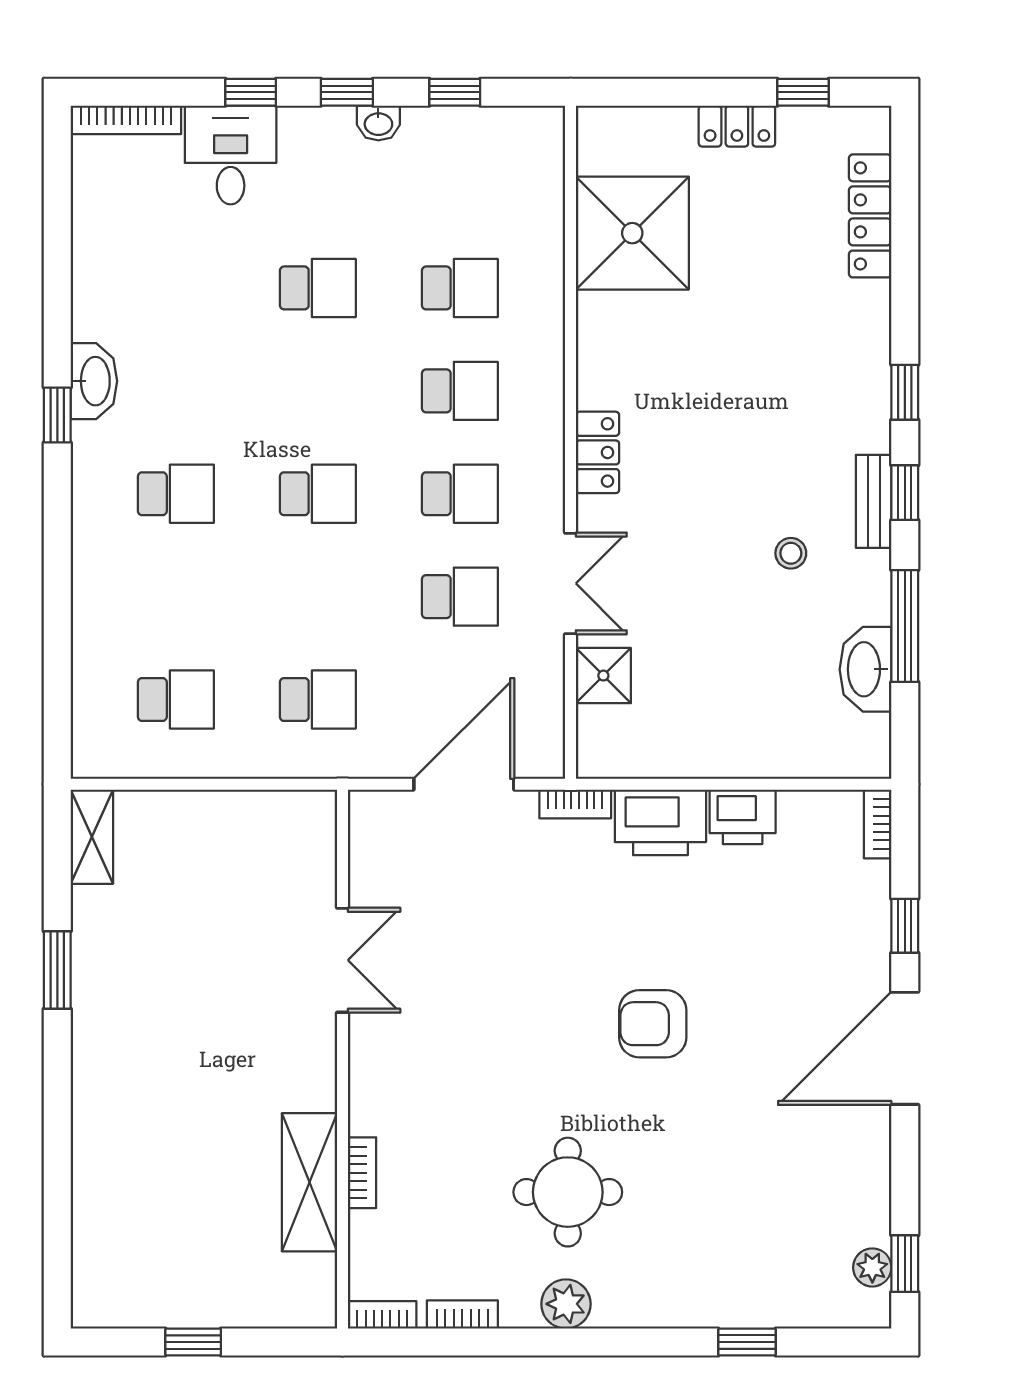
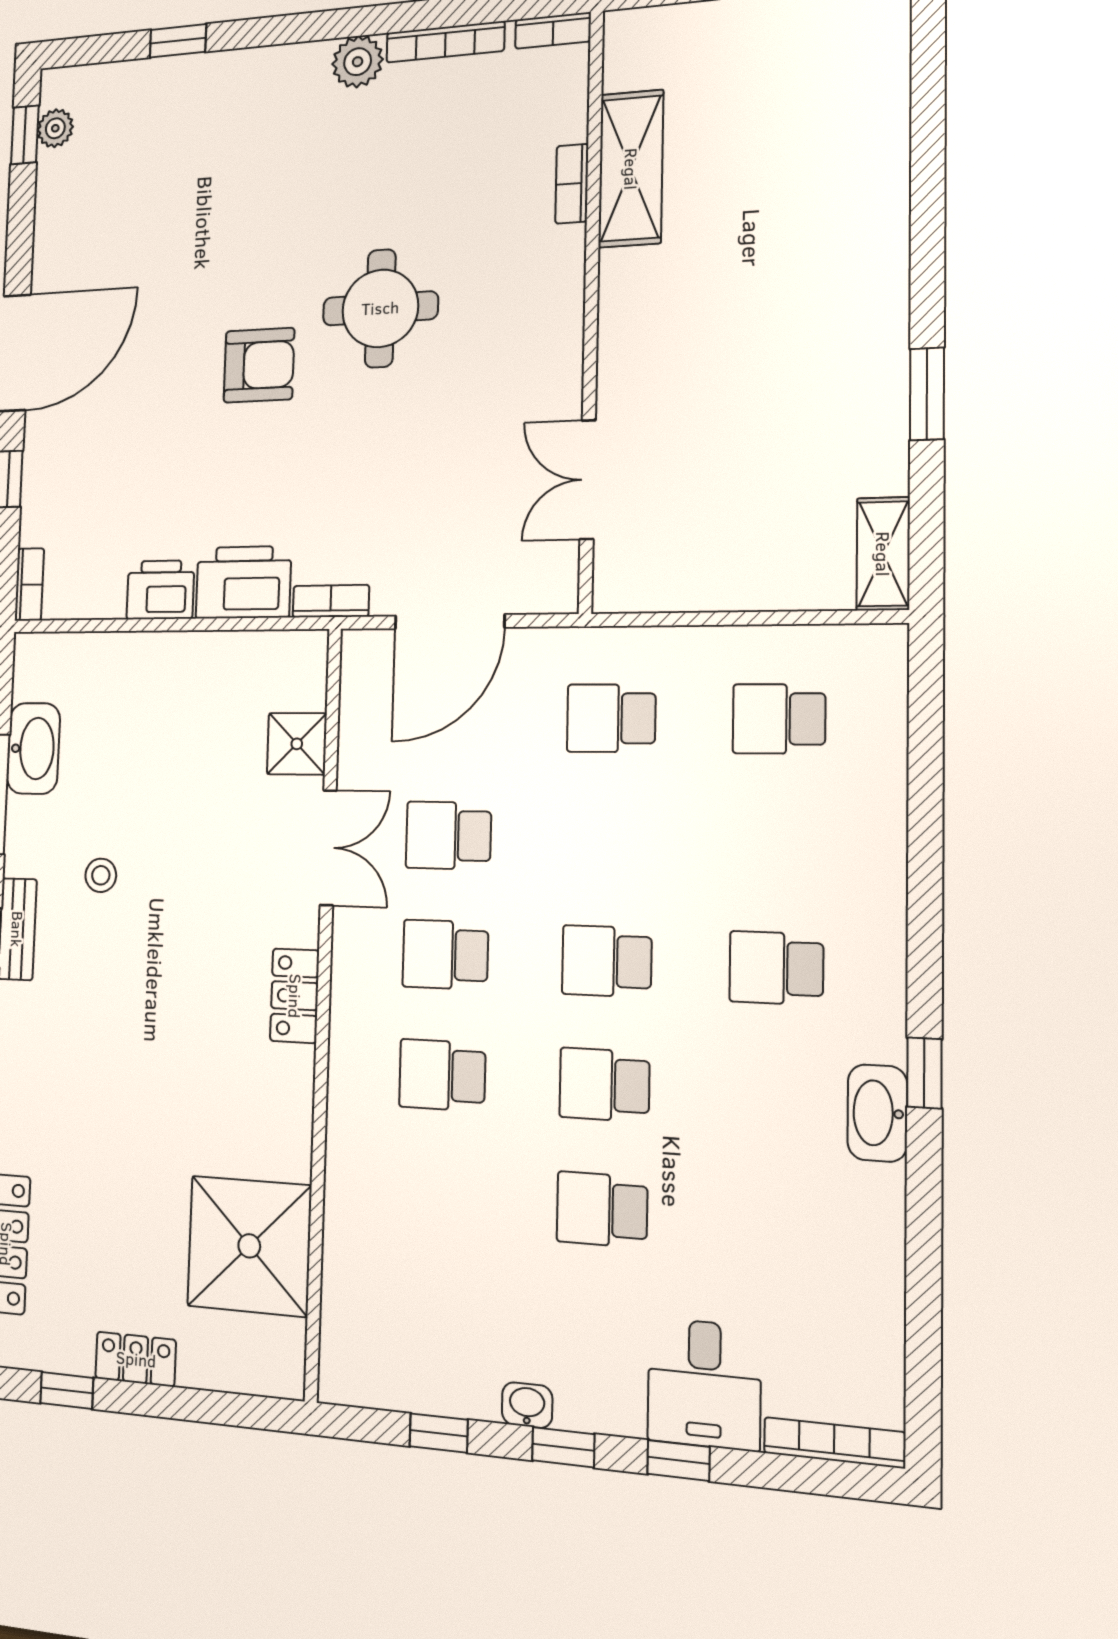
school desk: (460, 288) -> (604, 1085), moved
double door: (570, 583) -> (328, 848), swing flipped
double door: (342, 960) -> (588, 480), moved
round table: (568, 1192) -> (380, 308), moved
bookcase: (462, 1314) -> (445, 42), width x1.56

